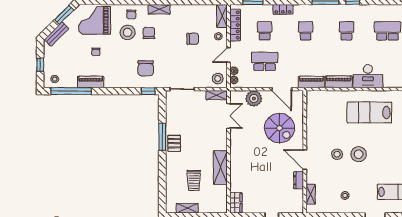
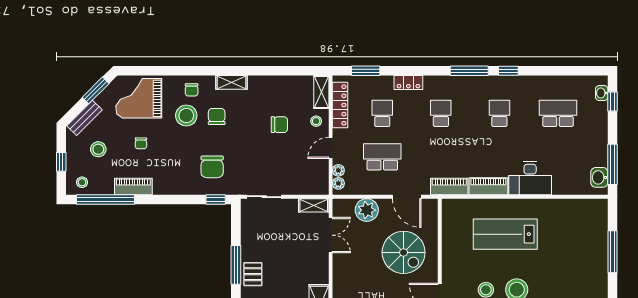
stool: (218, 79) -> (98, 149), moved
lab bench: (369, 113) -> (505, 234), moved

